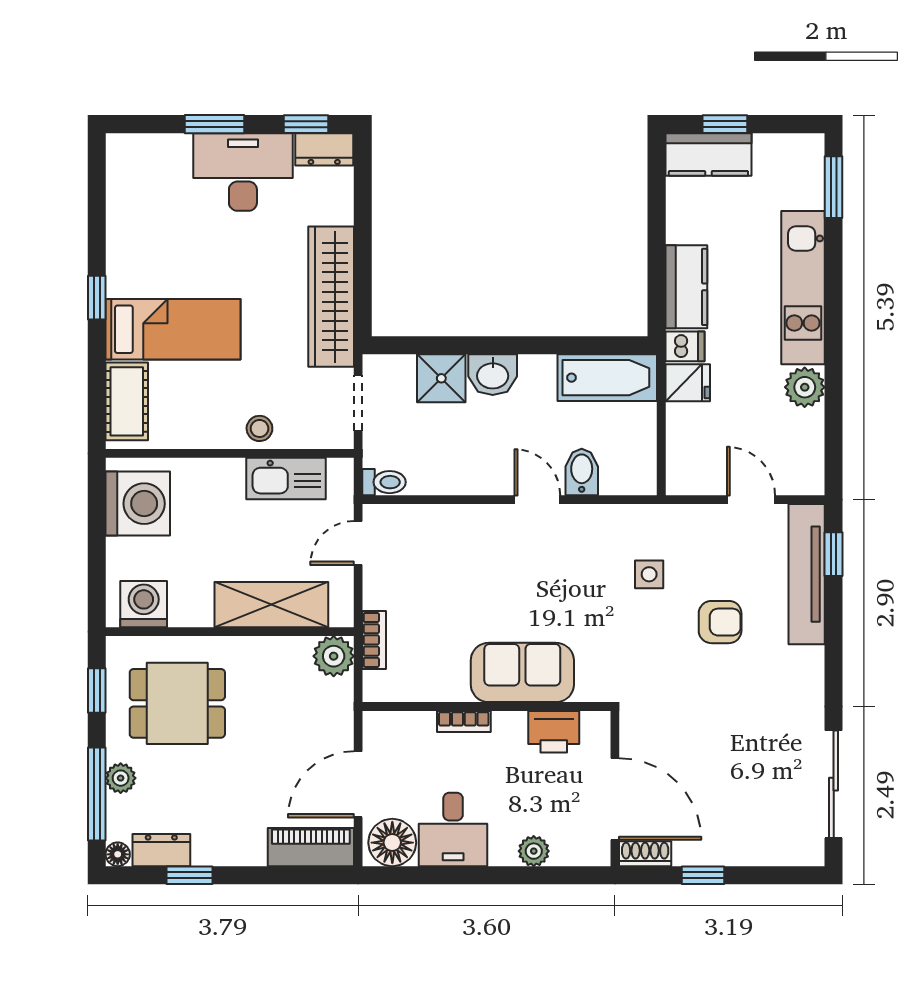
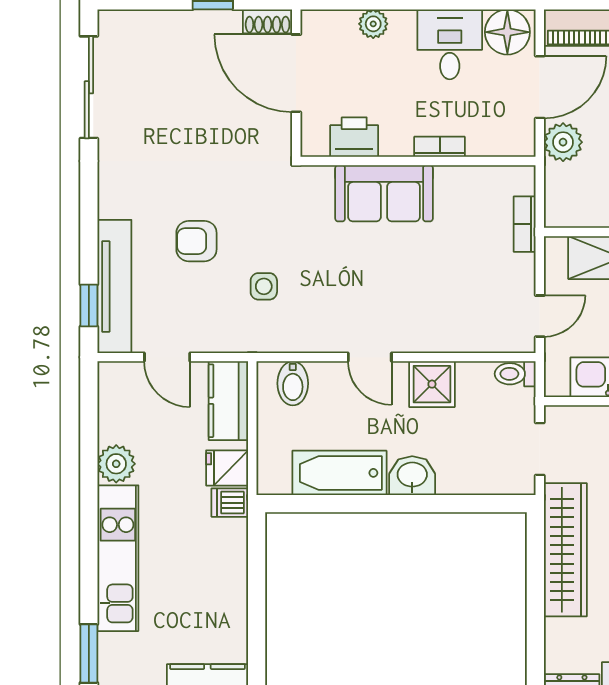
kitchen counter: (686, 287) -> (228, 401), moved
shower: (441, 378) -> (432, 384), moved
bathtub: (607, 378) -> (339, 473), moved
bidet: (582, 472) -> (293, 383), moved
plant: (334, 656) -> (563, 142), moved

